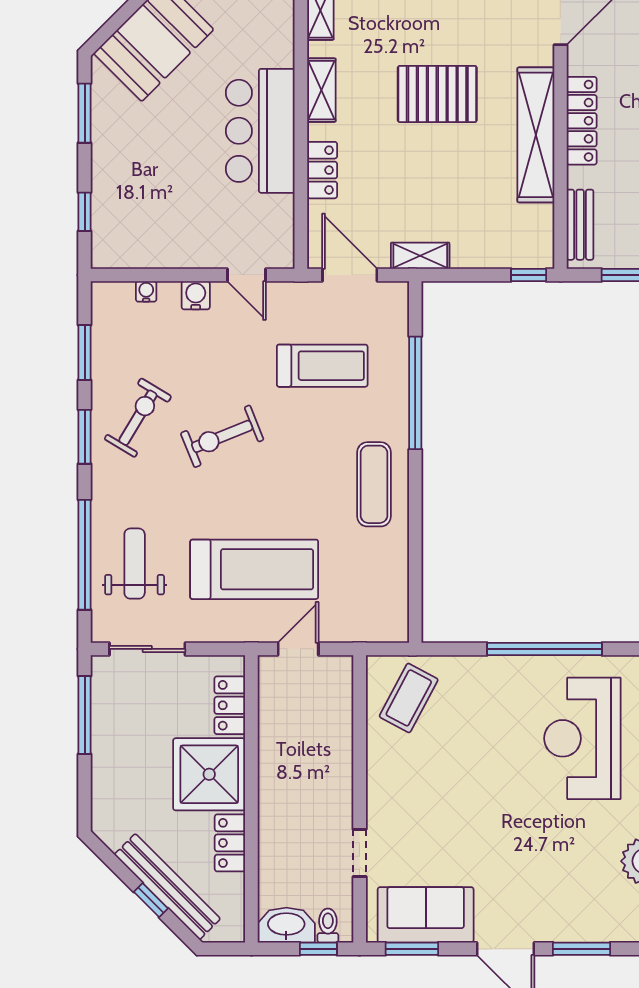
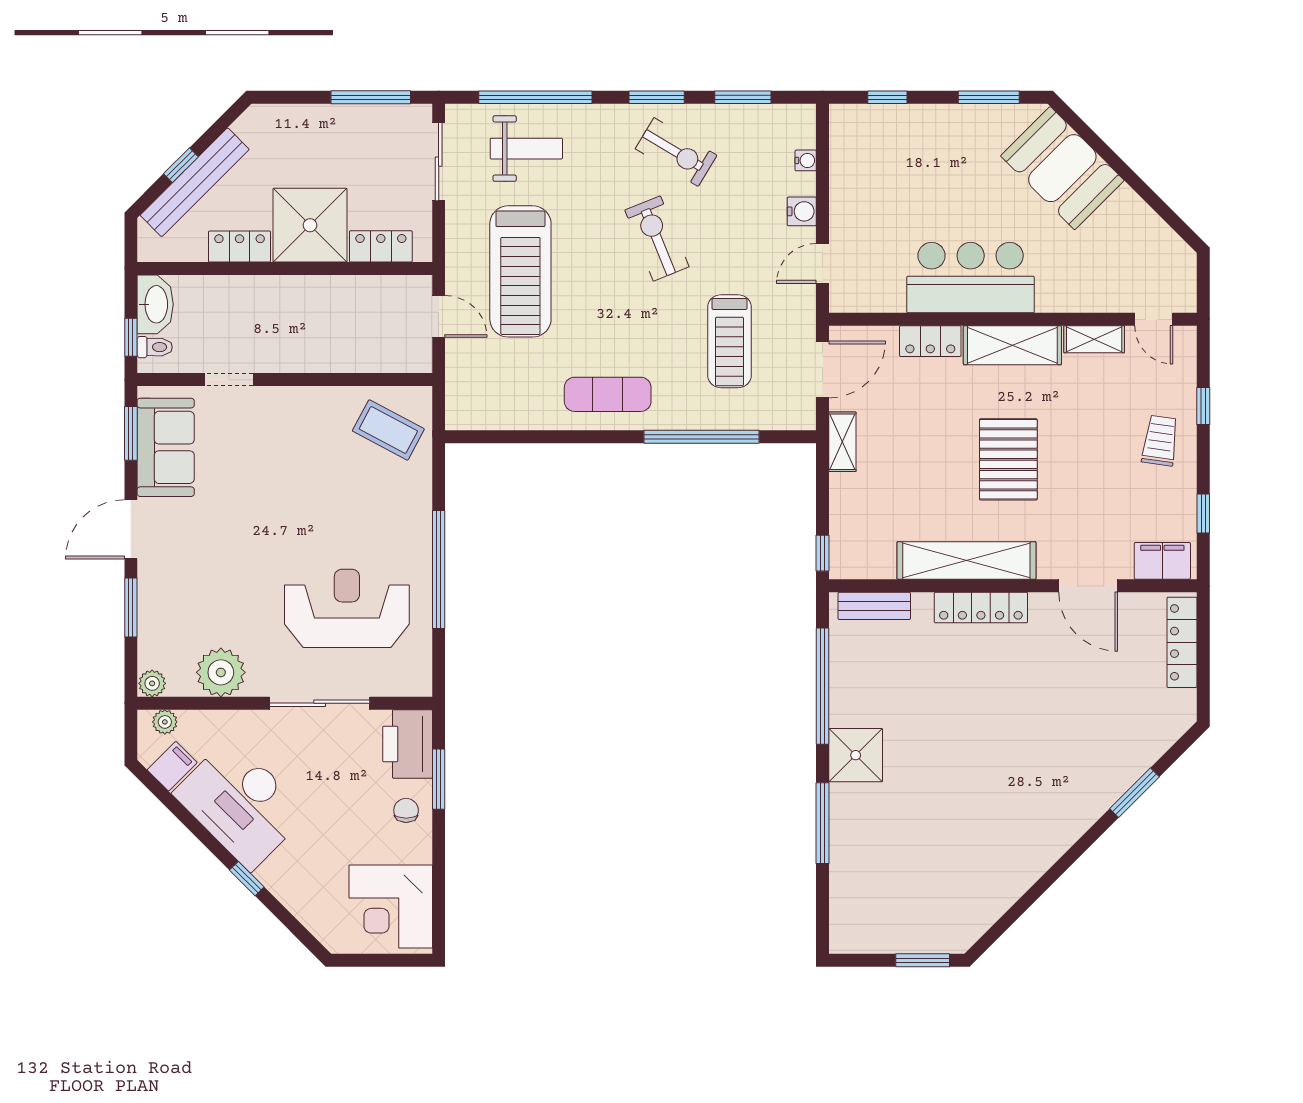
shelving: (321, 90) -> (1012, 345), width x1.50, depth x1.33

